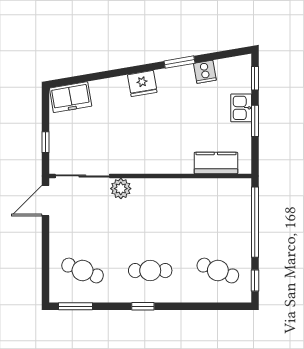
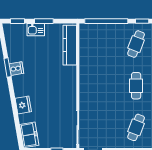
cooker: (205, 72) -> (16, 69), moved
fridge: (142, 84) -> (23, 105), moved
kitchen counter: (216, 163) -> (70, 45), width x1.50
plant: (121, 189) -> (86, 104), removed

